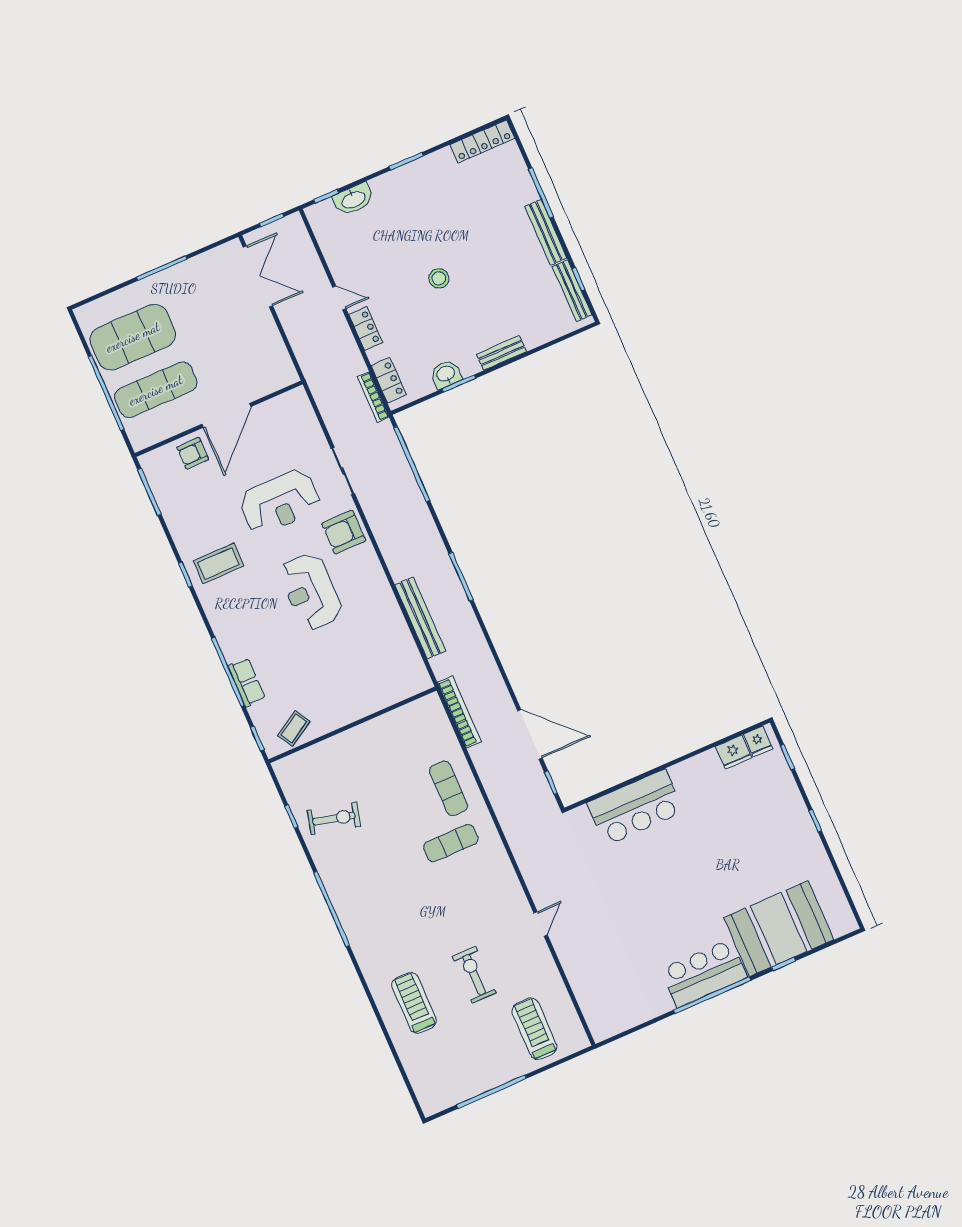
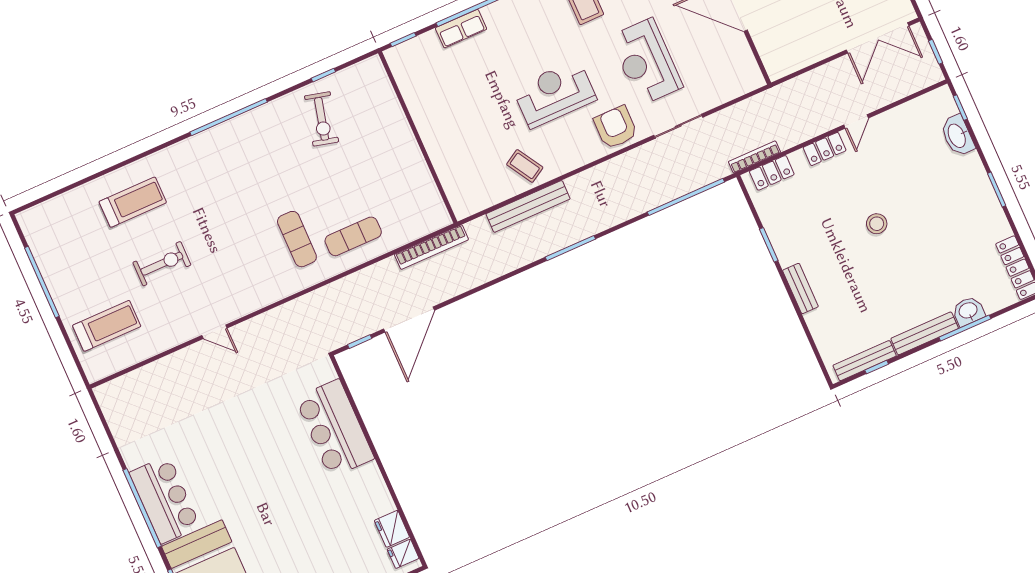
washbasin: (446, 374) -> (968, 311), moved, turned -90
coffee table: (294, 728) -> (525, 166), moved

